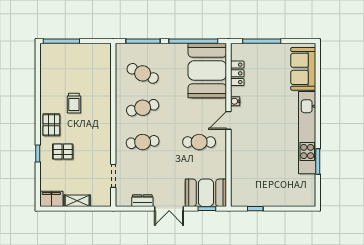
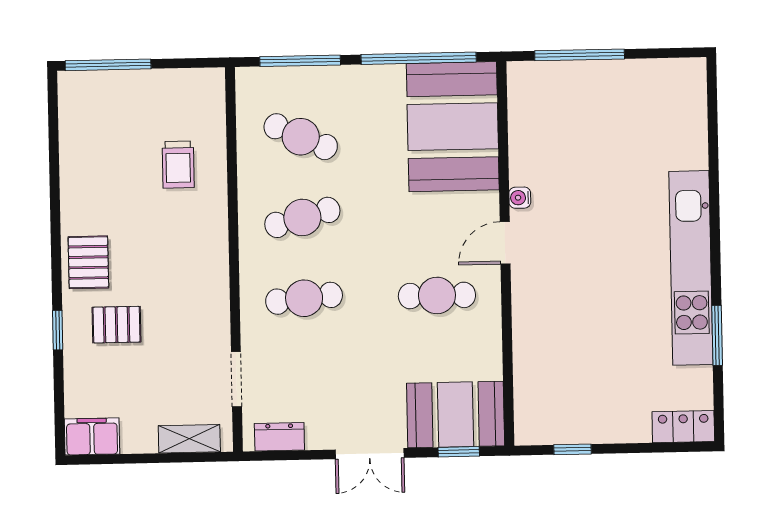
sofa: (303, 69) -> (679, 118), removed
locker: (237, 73) -> (683, 427), moved, turned -90
trolley: (74, 103) -> (178, 165), moved
shelving: (77, 201) -> (189, 439), moved
dresser: (142, 201) -> (279, 437), moved

